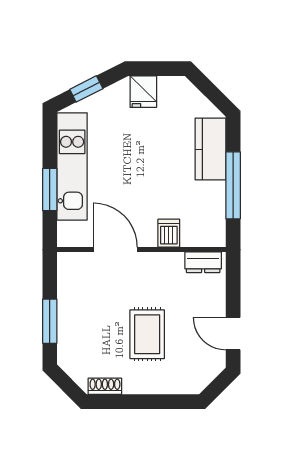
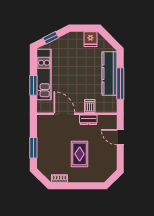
fridge: (143, 92) -> (90, 39), moved
kitchen counter: (210, 149) -> (110, 73), width x1.50
dresser: (203, 262) -> (88, 120), moved
door: (233, 334) -> (120, 137), moved

